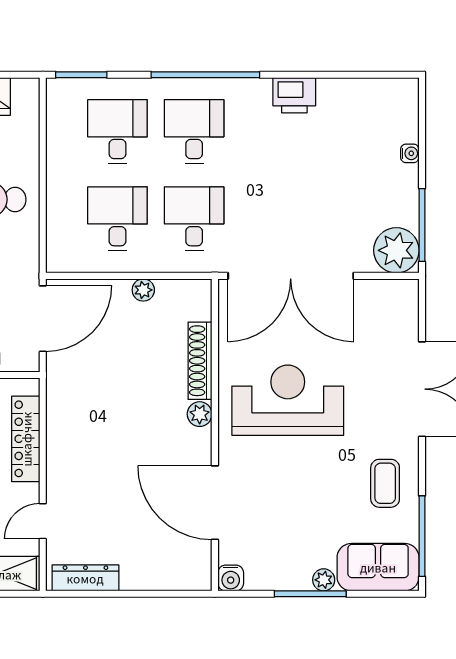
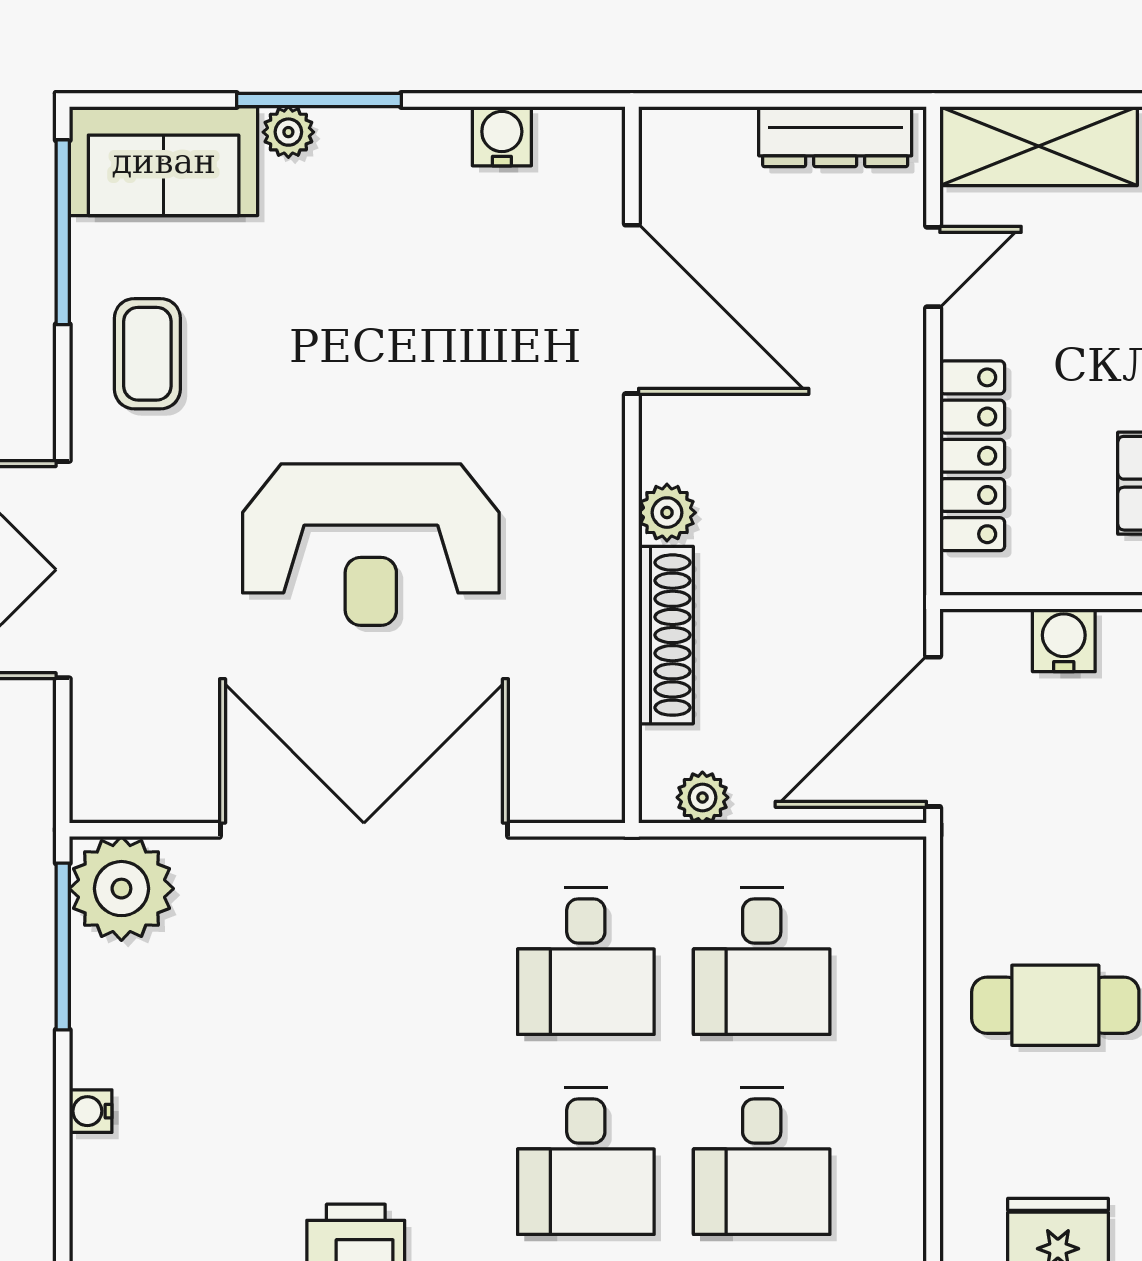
shoe rack: (200, 361) -> (666, 635), moved
plant: (200, 414) -> (667, 513), moved
wall: (215, 435) -> (632, 465), moved
door: (215, 503) -> (632, 309), moved

